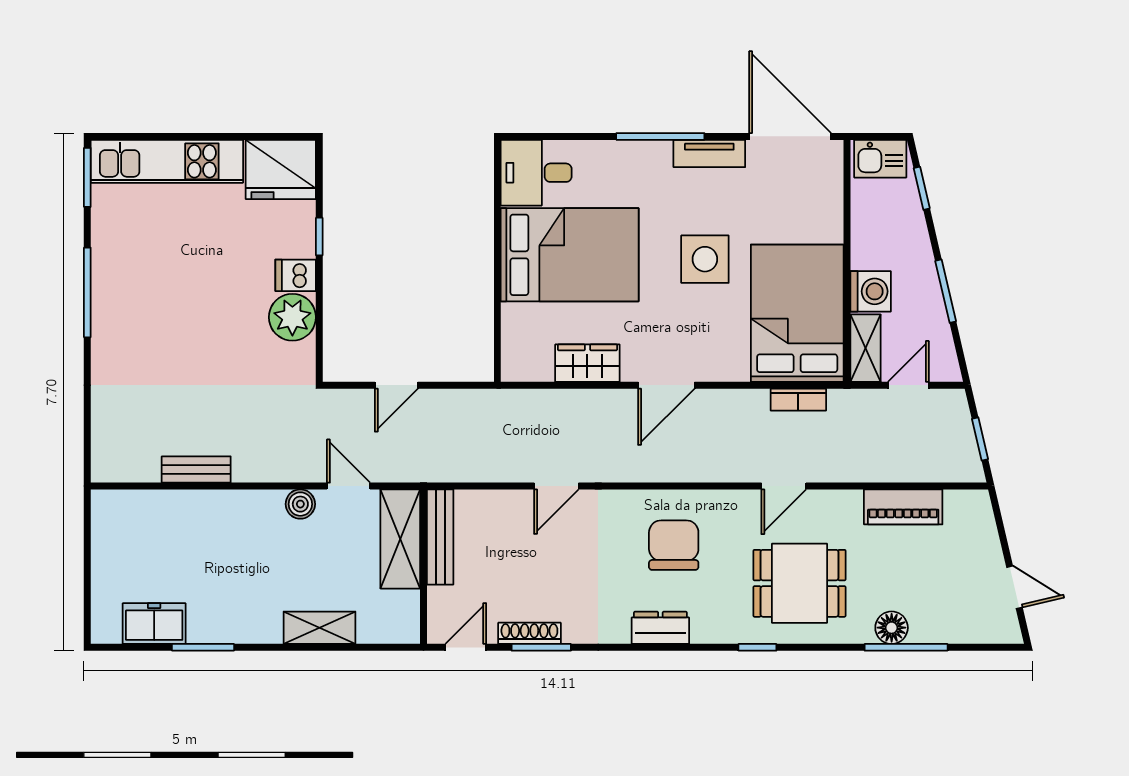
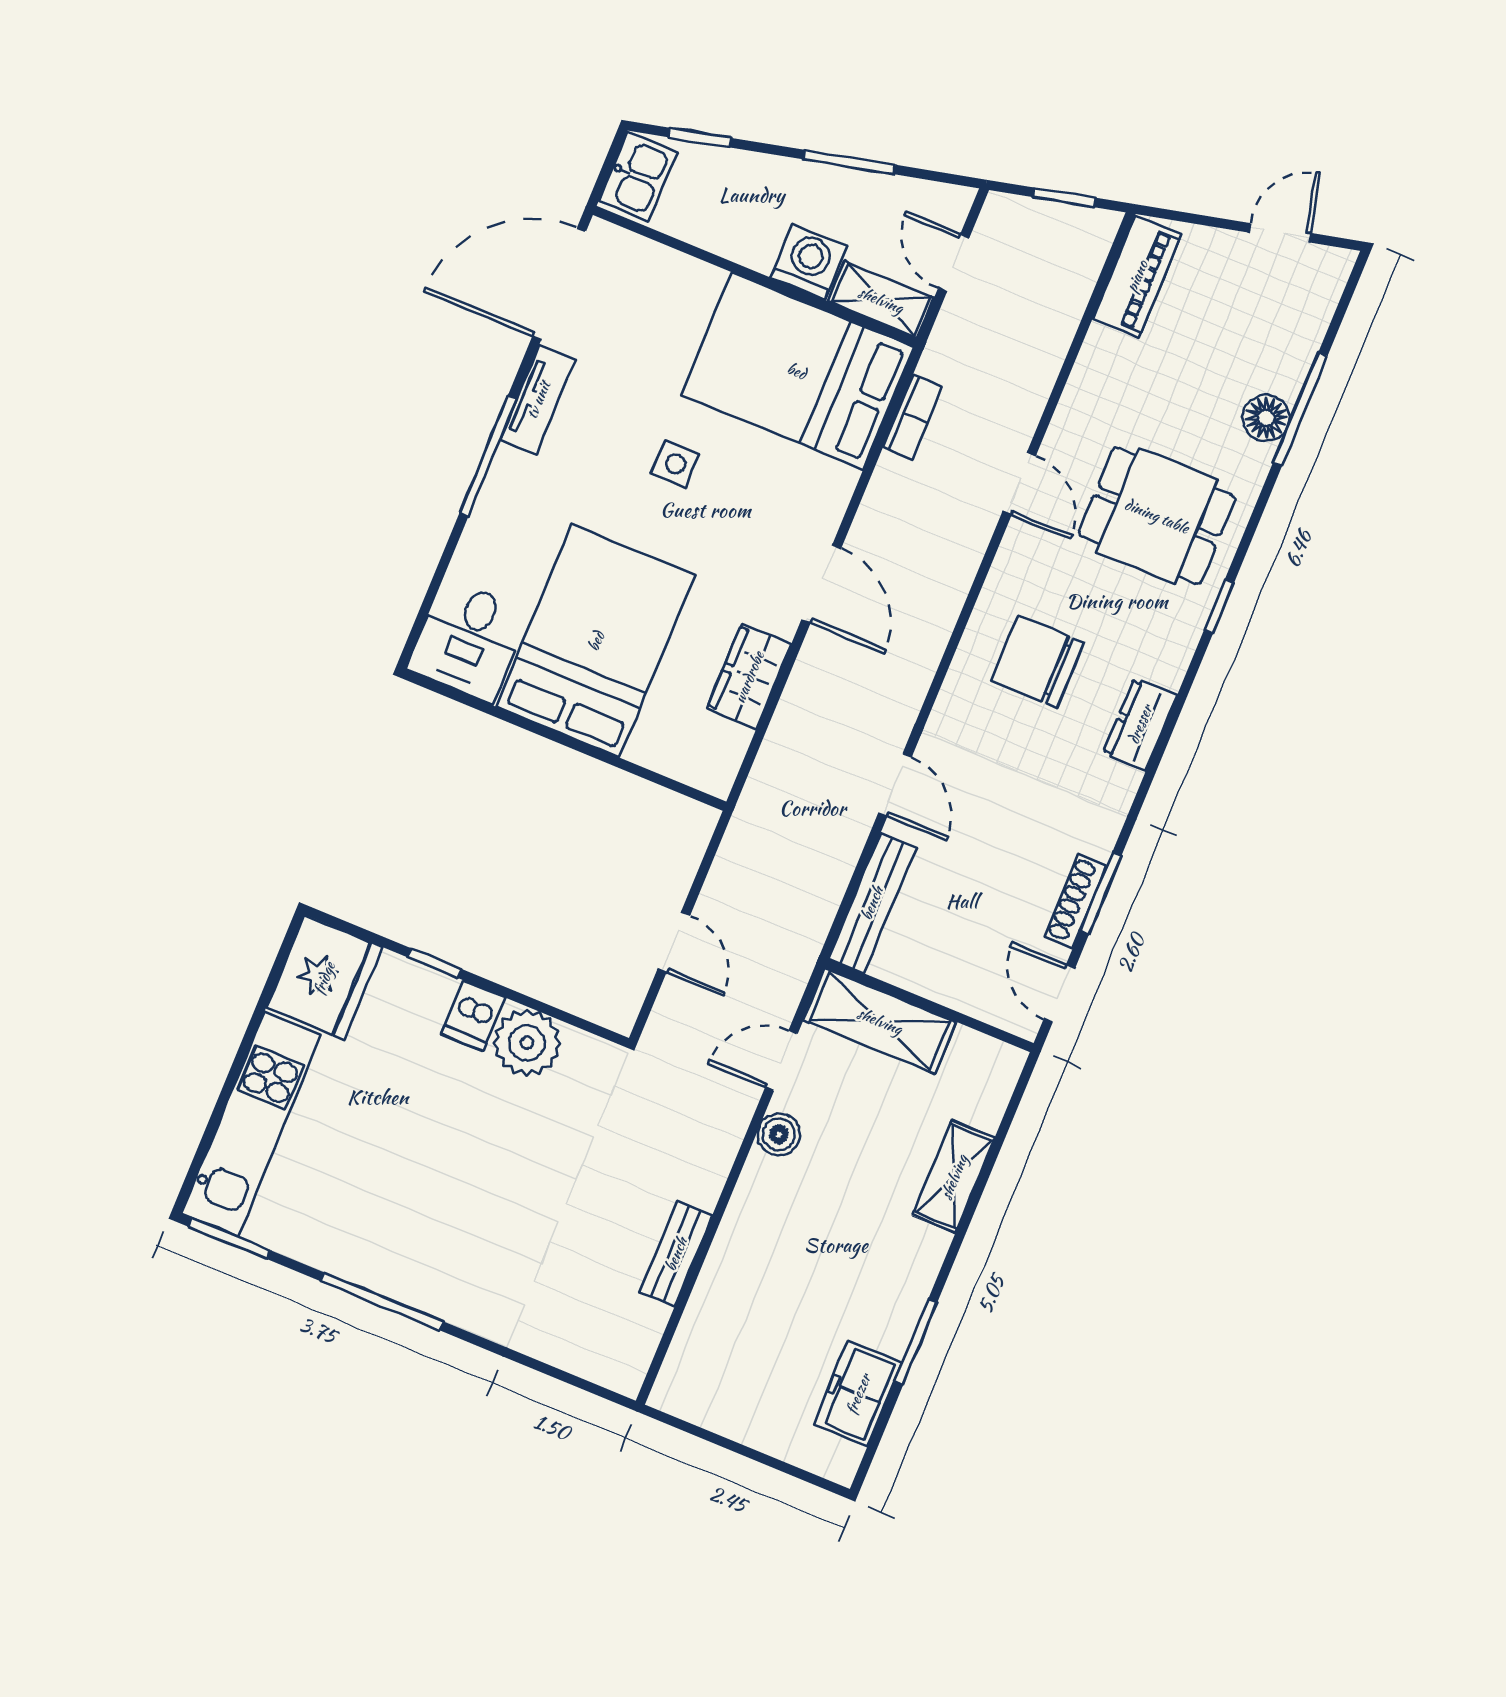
side table: (705, 259) -> (675, 464), width x0.54, depth x0.54
piano: (903, 507) -> (1137, 276), moved
bench: (440, 537) -> (872, 903), moved, turned 90
dining table: (799, 583) -> (1157, 516), turned 90

